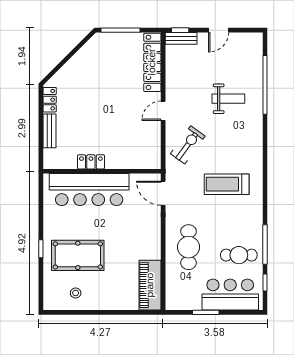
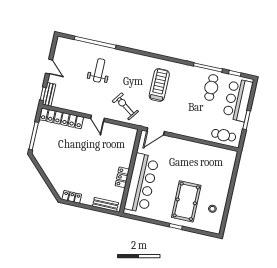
bench: (49, 131) -> (106, 204), moved
treadmill: (227, 184) -> (159, 85), turned 180
cafe table: (189, 247) -> (224, 135), moved, width x0.73, depth x0.74
piano: (150, 285) -> (219, 155), removed

